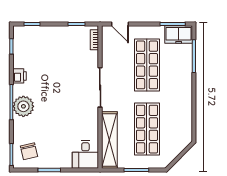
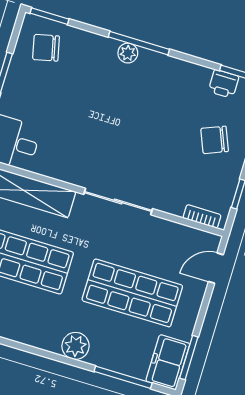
chair: (51, 46) -> (215, 140), added
printer: (20, 76) -> (224, 84), moved
plant: (185, 87) -> (76, 346), added
plant: (23, 106) -> (128, 53), width x0.53, depth x0.53

